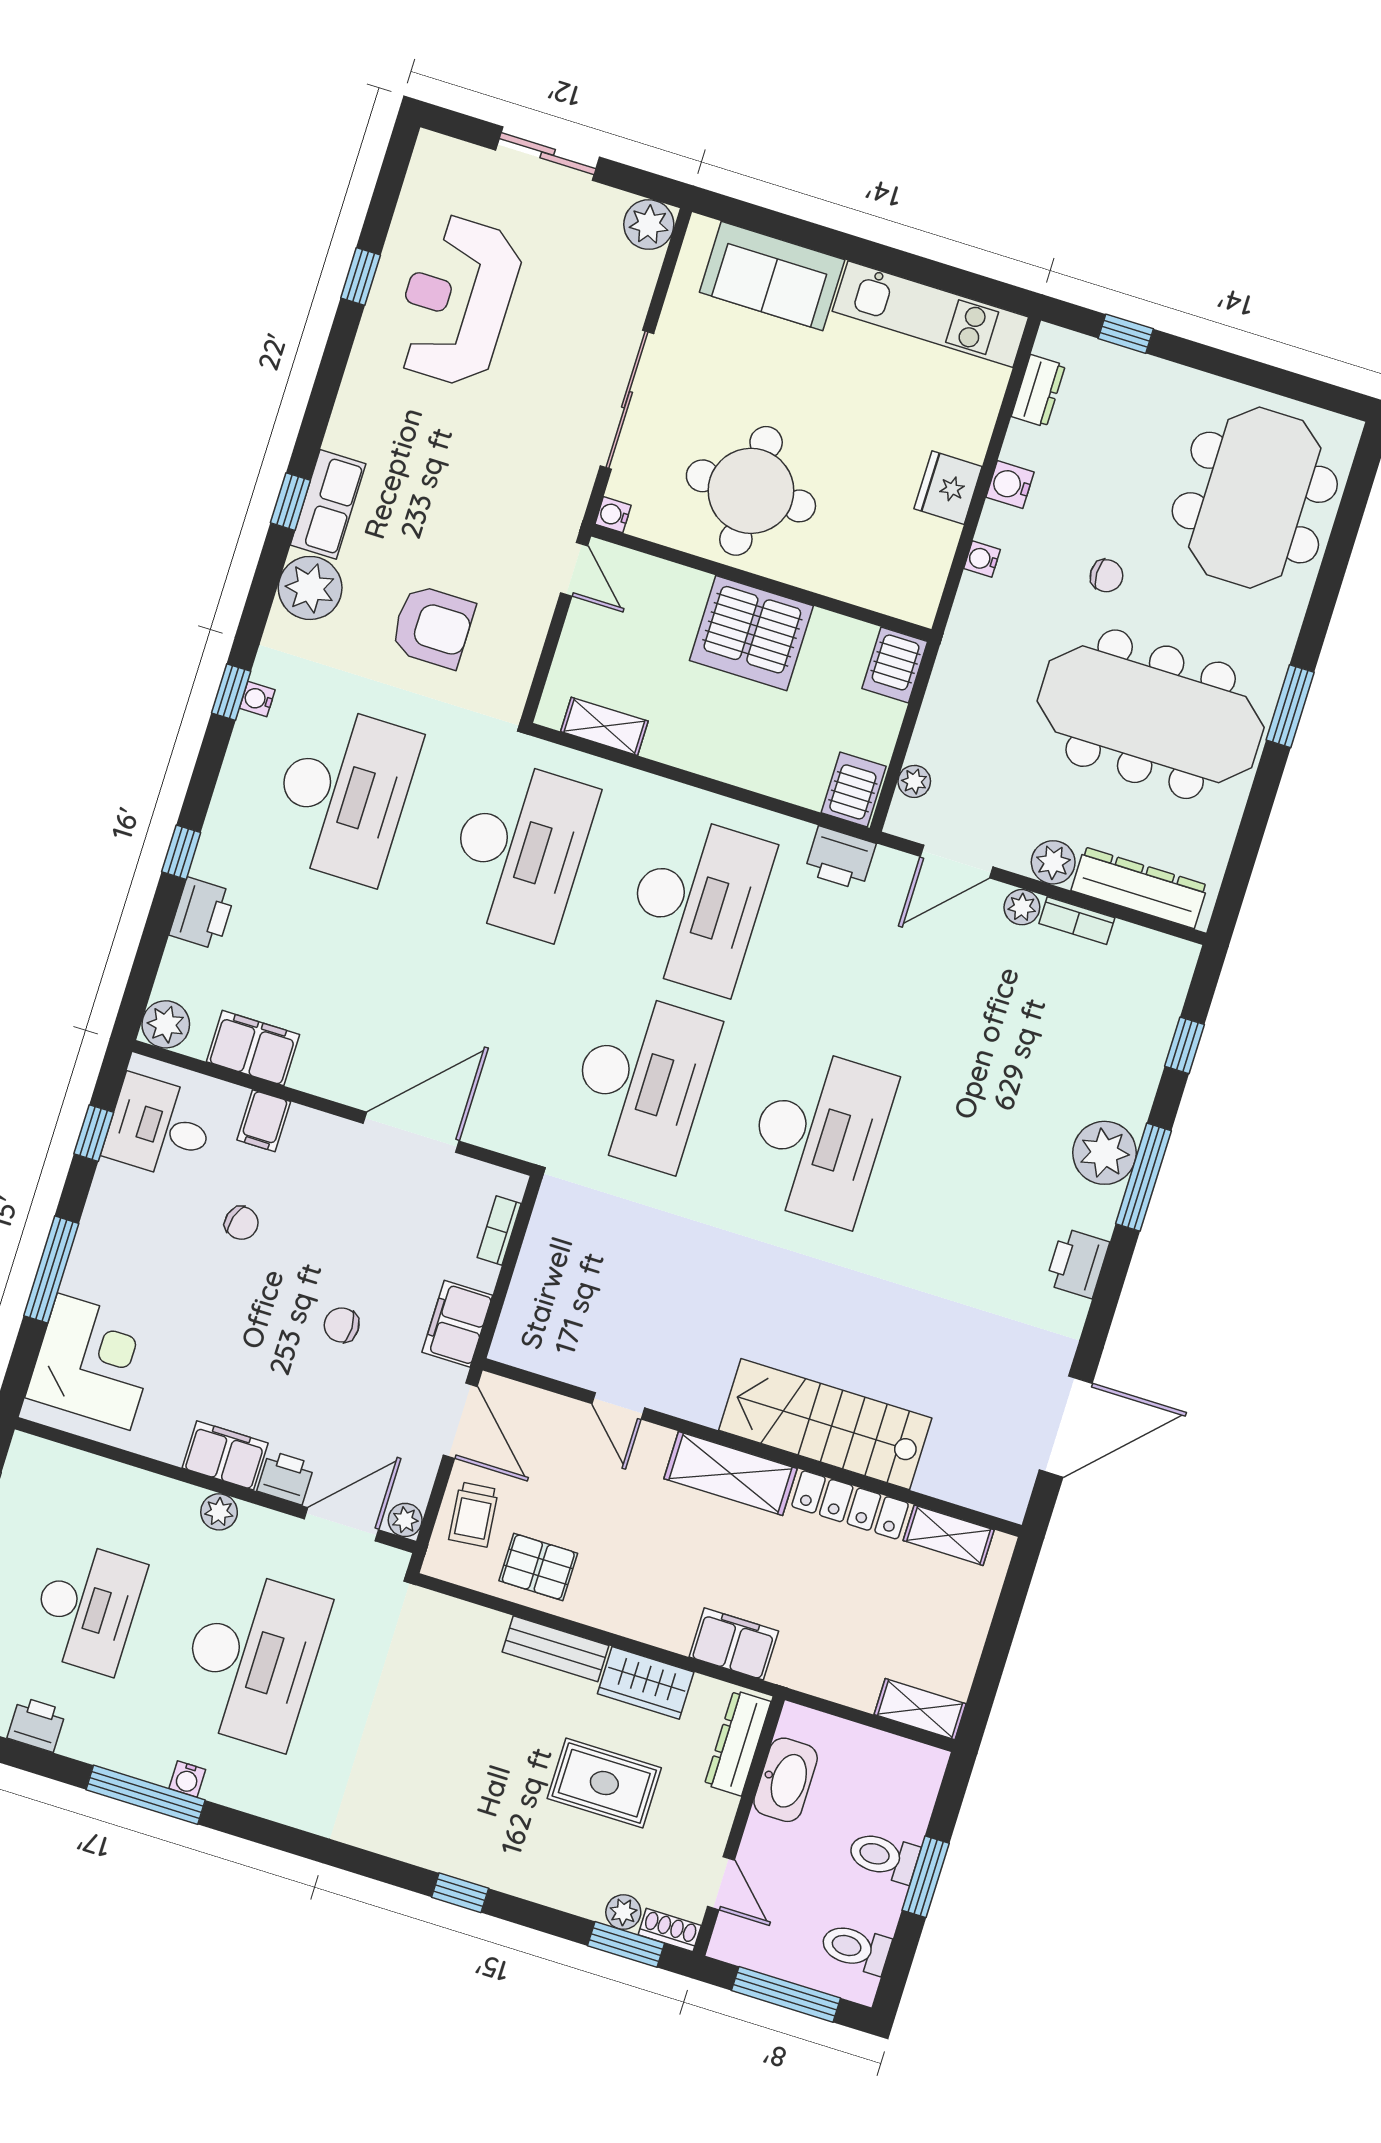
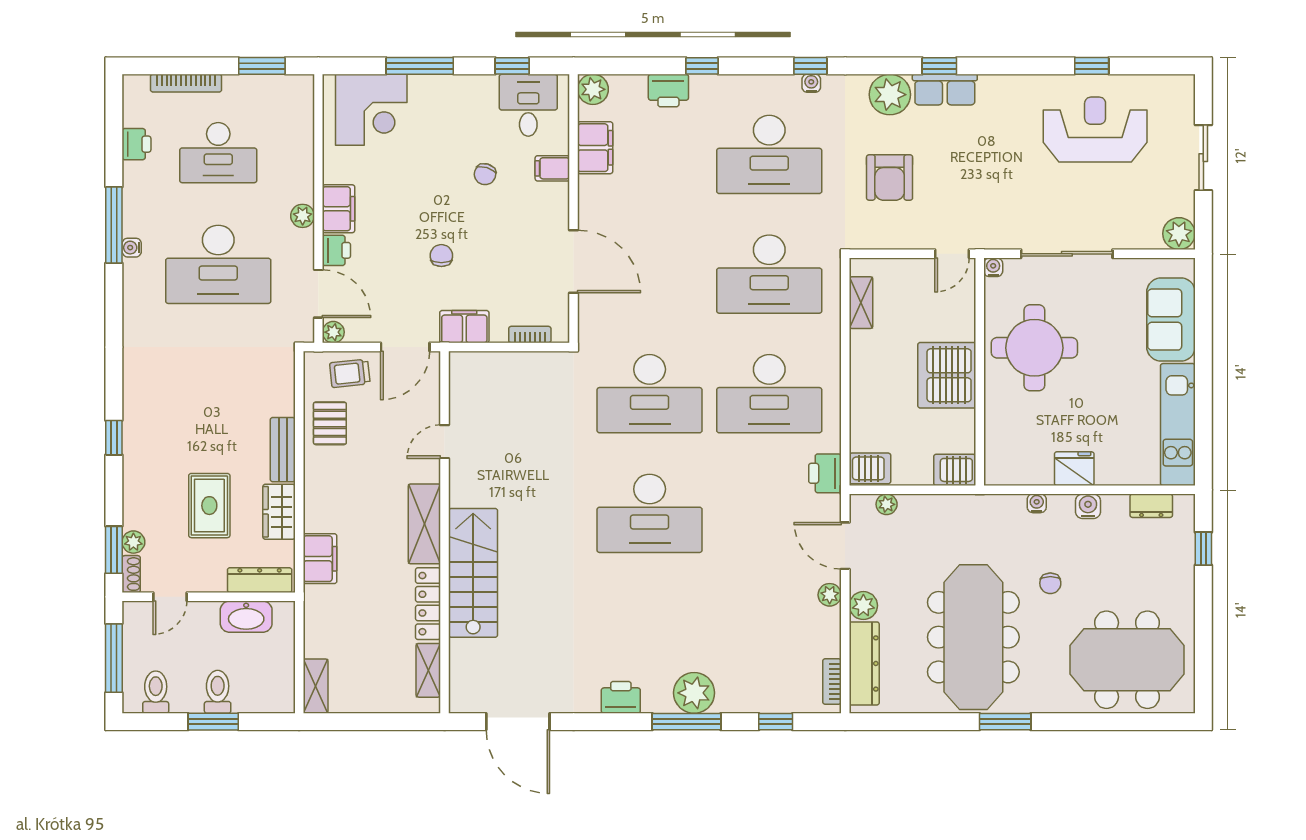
bookcase: (1077, 921) -> (832, 681), moved

